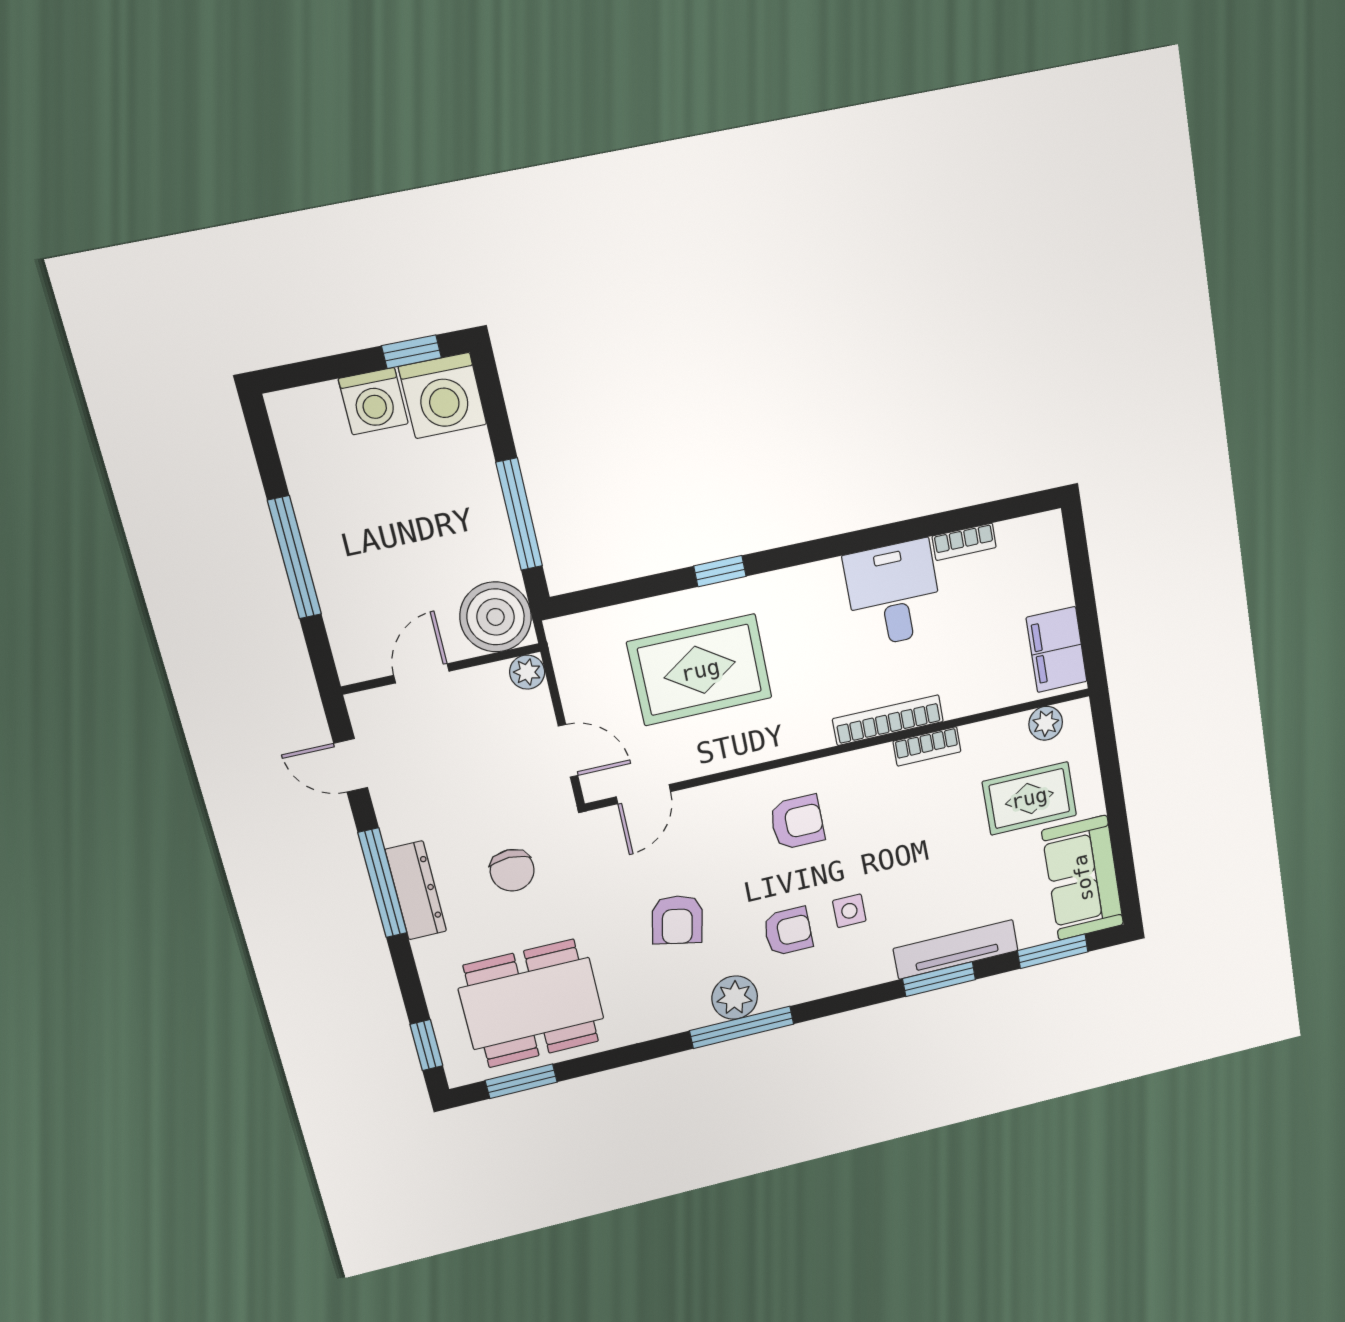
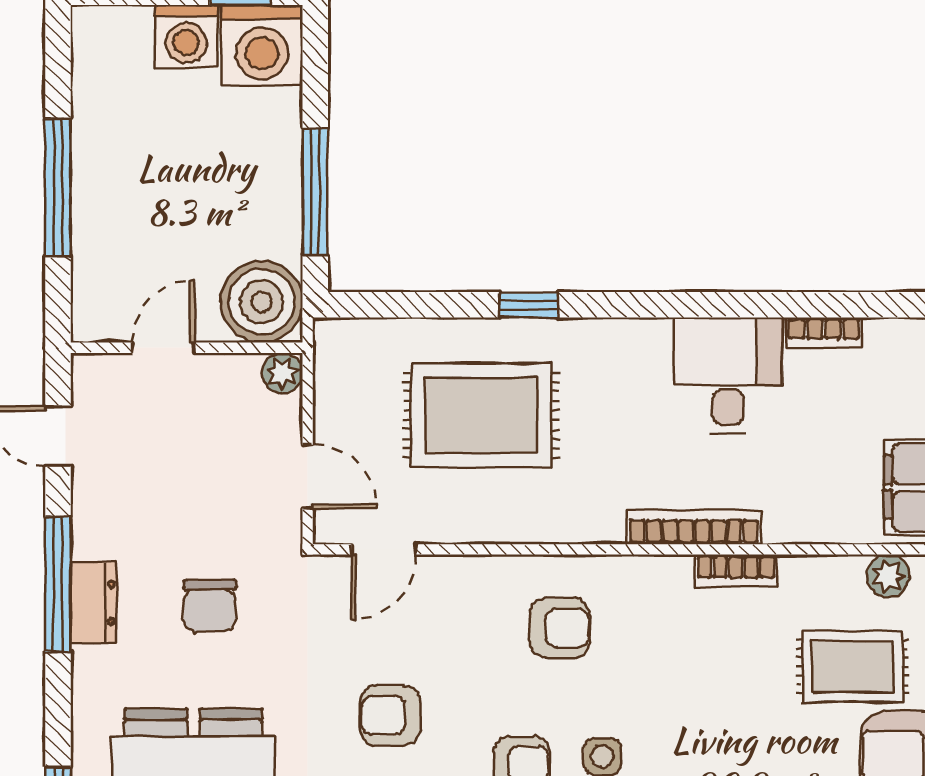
dresser: (416, 890) -> (93, 603), width x0.70
armchair: (677, 920) -> (390, 715), turned 78

